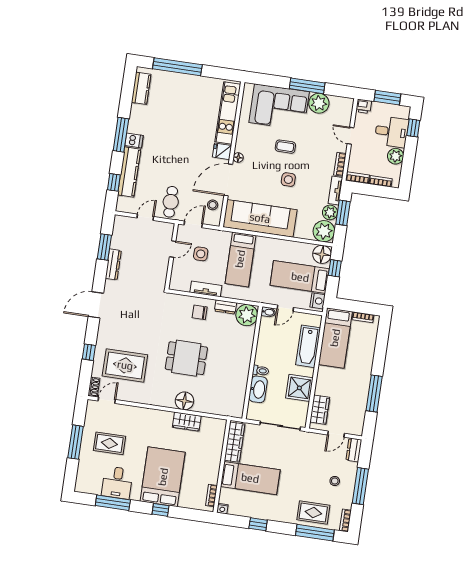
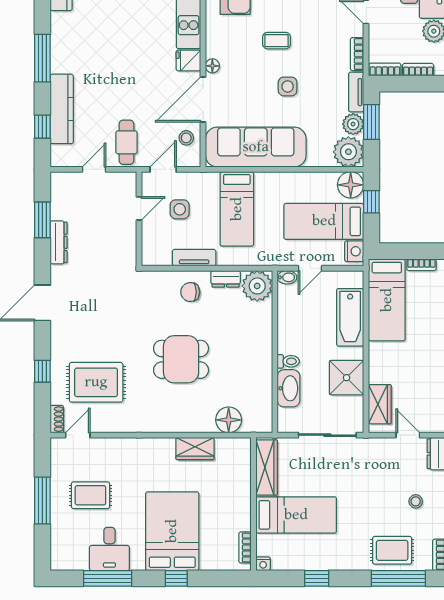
dishwasher: (134, 140) -> (62, 63), removed
floor lamp: (184, 401) -> (229, 420), moved
door: (336, 434) -> (408, 435), swing flipped

